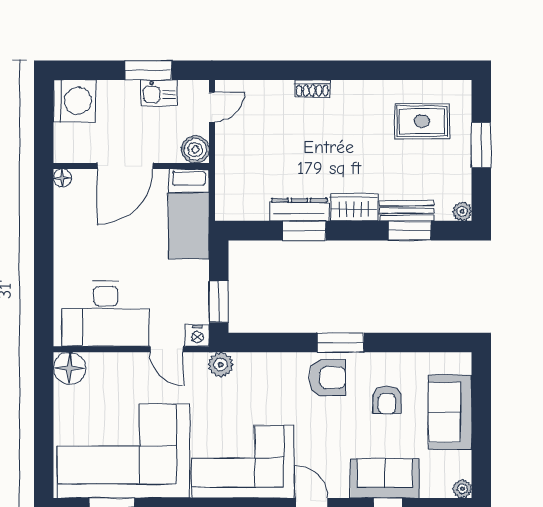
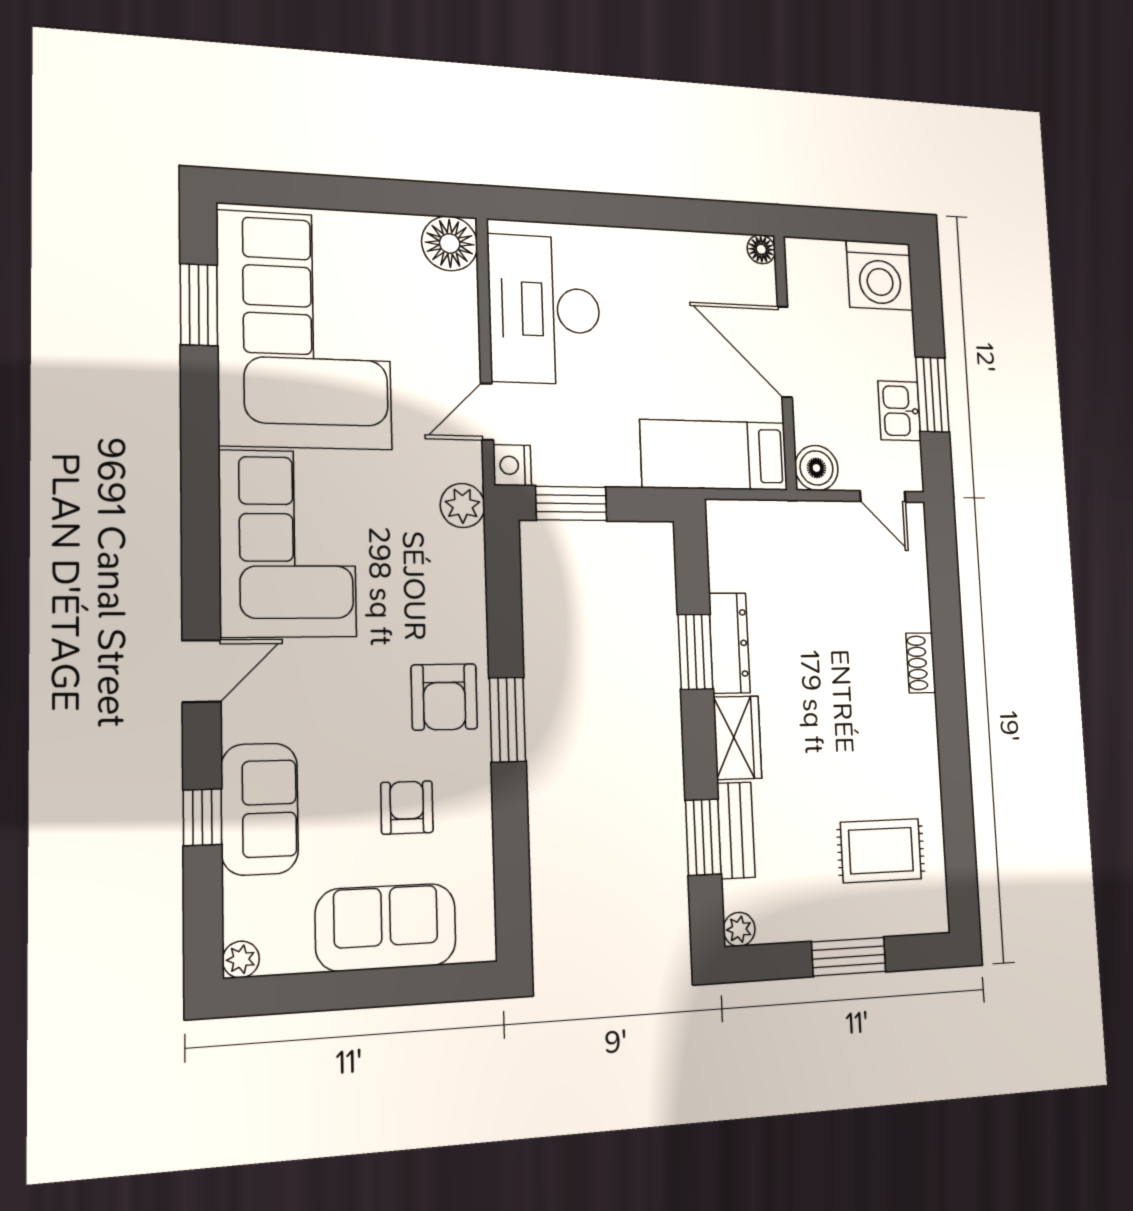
rug: (422, 121) -> (881, 851), turned 90
armchair: (387, 400) -> (407, 808), turned 90

